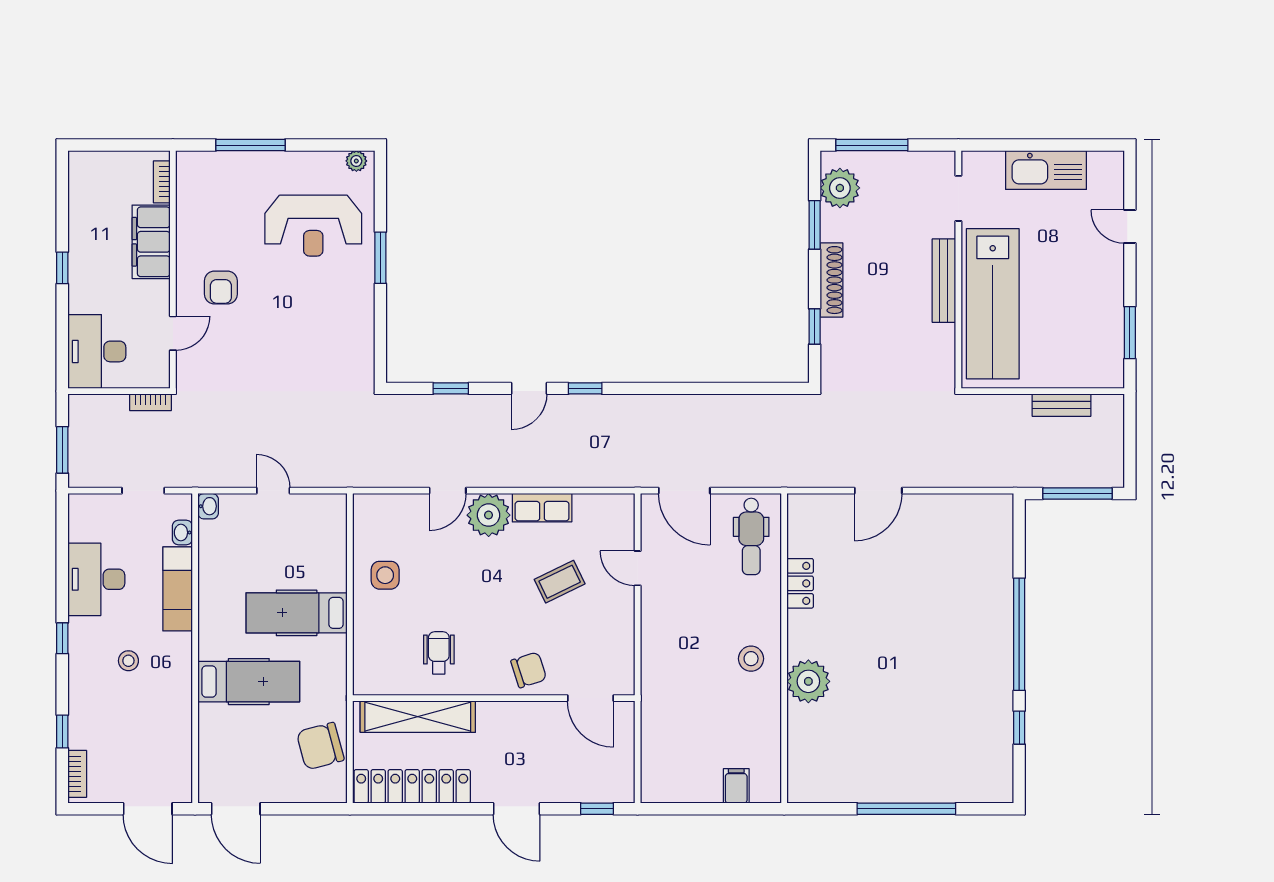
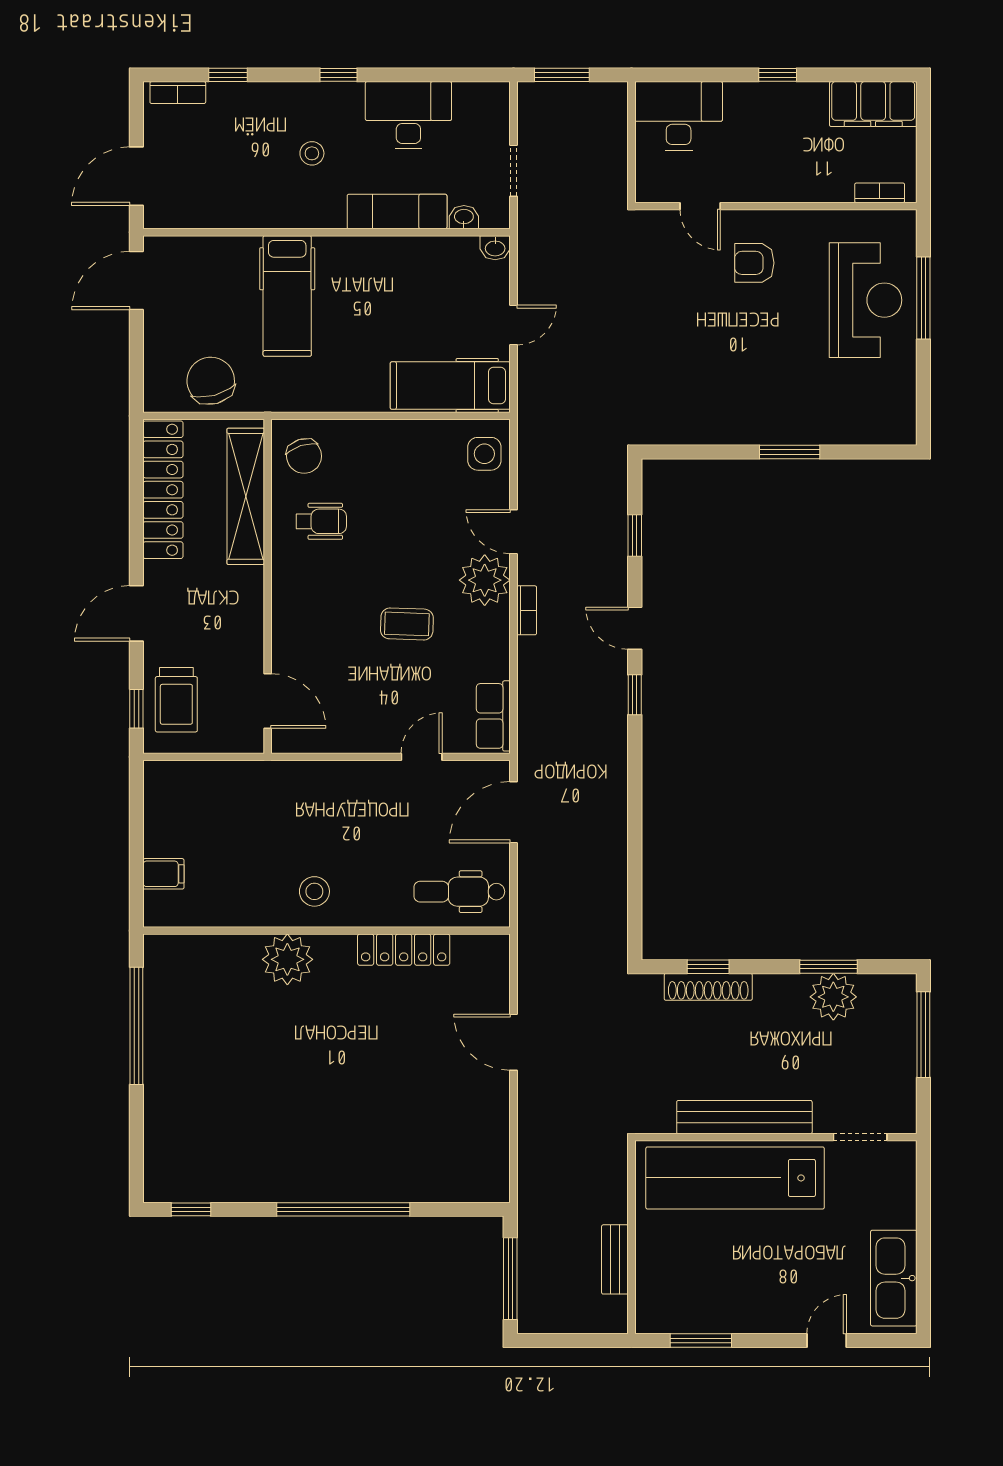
plant: (356, 161) -> (904, 423), removed
kitchen sink: (1046, 170) -> (894, 1278), moved
plant: (840, 188) -> (833, 997), moved
reception desk: (313, 226) -> (866, 300), moved, turned 180
filing cabinet: (151, 242) -> (873, 104), moved, turned 180
shoe rack: (832, 280) -> (708, 987), moved
bench: (944, 281) -> (744, 1117), width x1.37, depth x1.21
bookcase: (151, 402) -> (527, 610), moved, turned 180
row of seats: (542, 508) -> (493, 716), moved
side table: (385, 575) -> (484, 454), moved
coffee table: (560, 582) -> (407, 624), moved, turned -62
locker: (800, 583) -> (404, 950), width x1.53
hospital bed: (297, 613) -> (450, 386), moved, turned -90
chair: (529, 670) -> (304, 456), moved
door: (590, 698) -> (268, 701), swing flipped
window: (1019, 728) -> (191, 1209), moved
trolley: (589, 775) -> (176, 700), added
window: (906, 809) -> (136, 1026), moved

